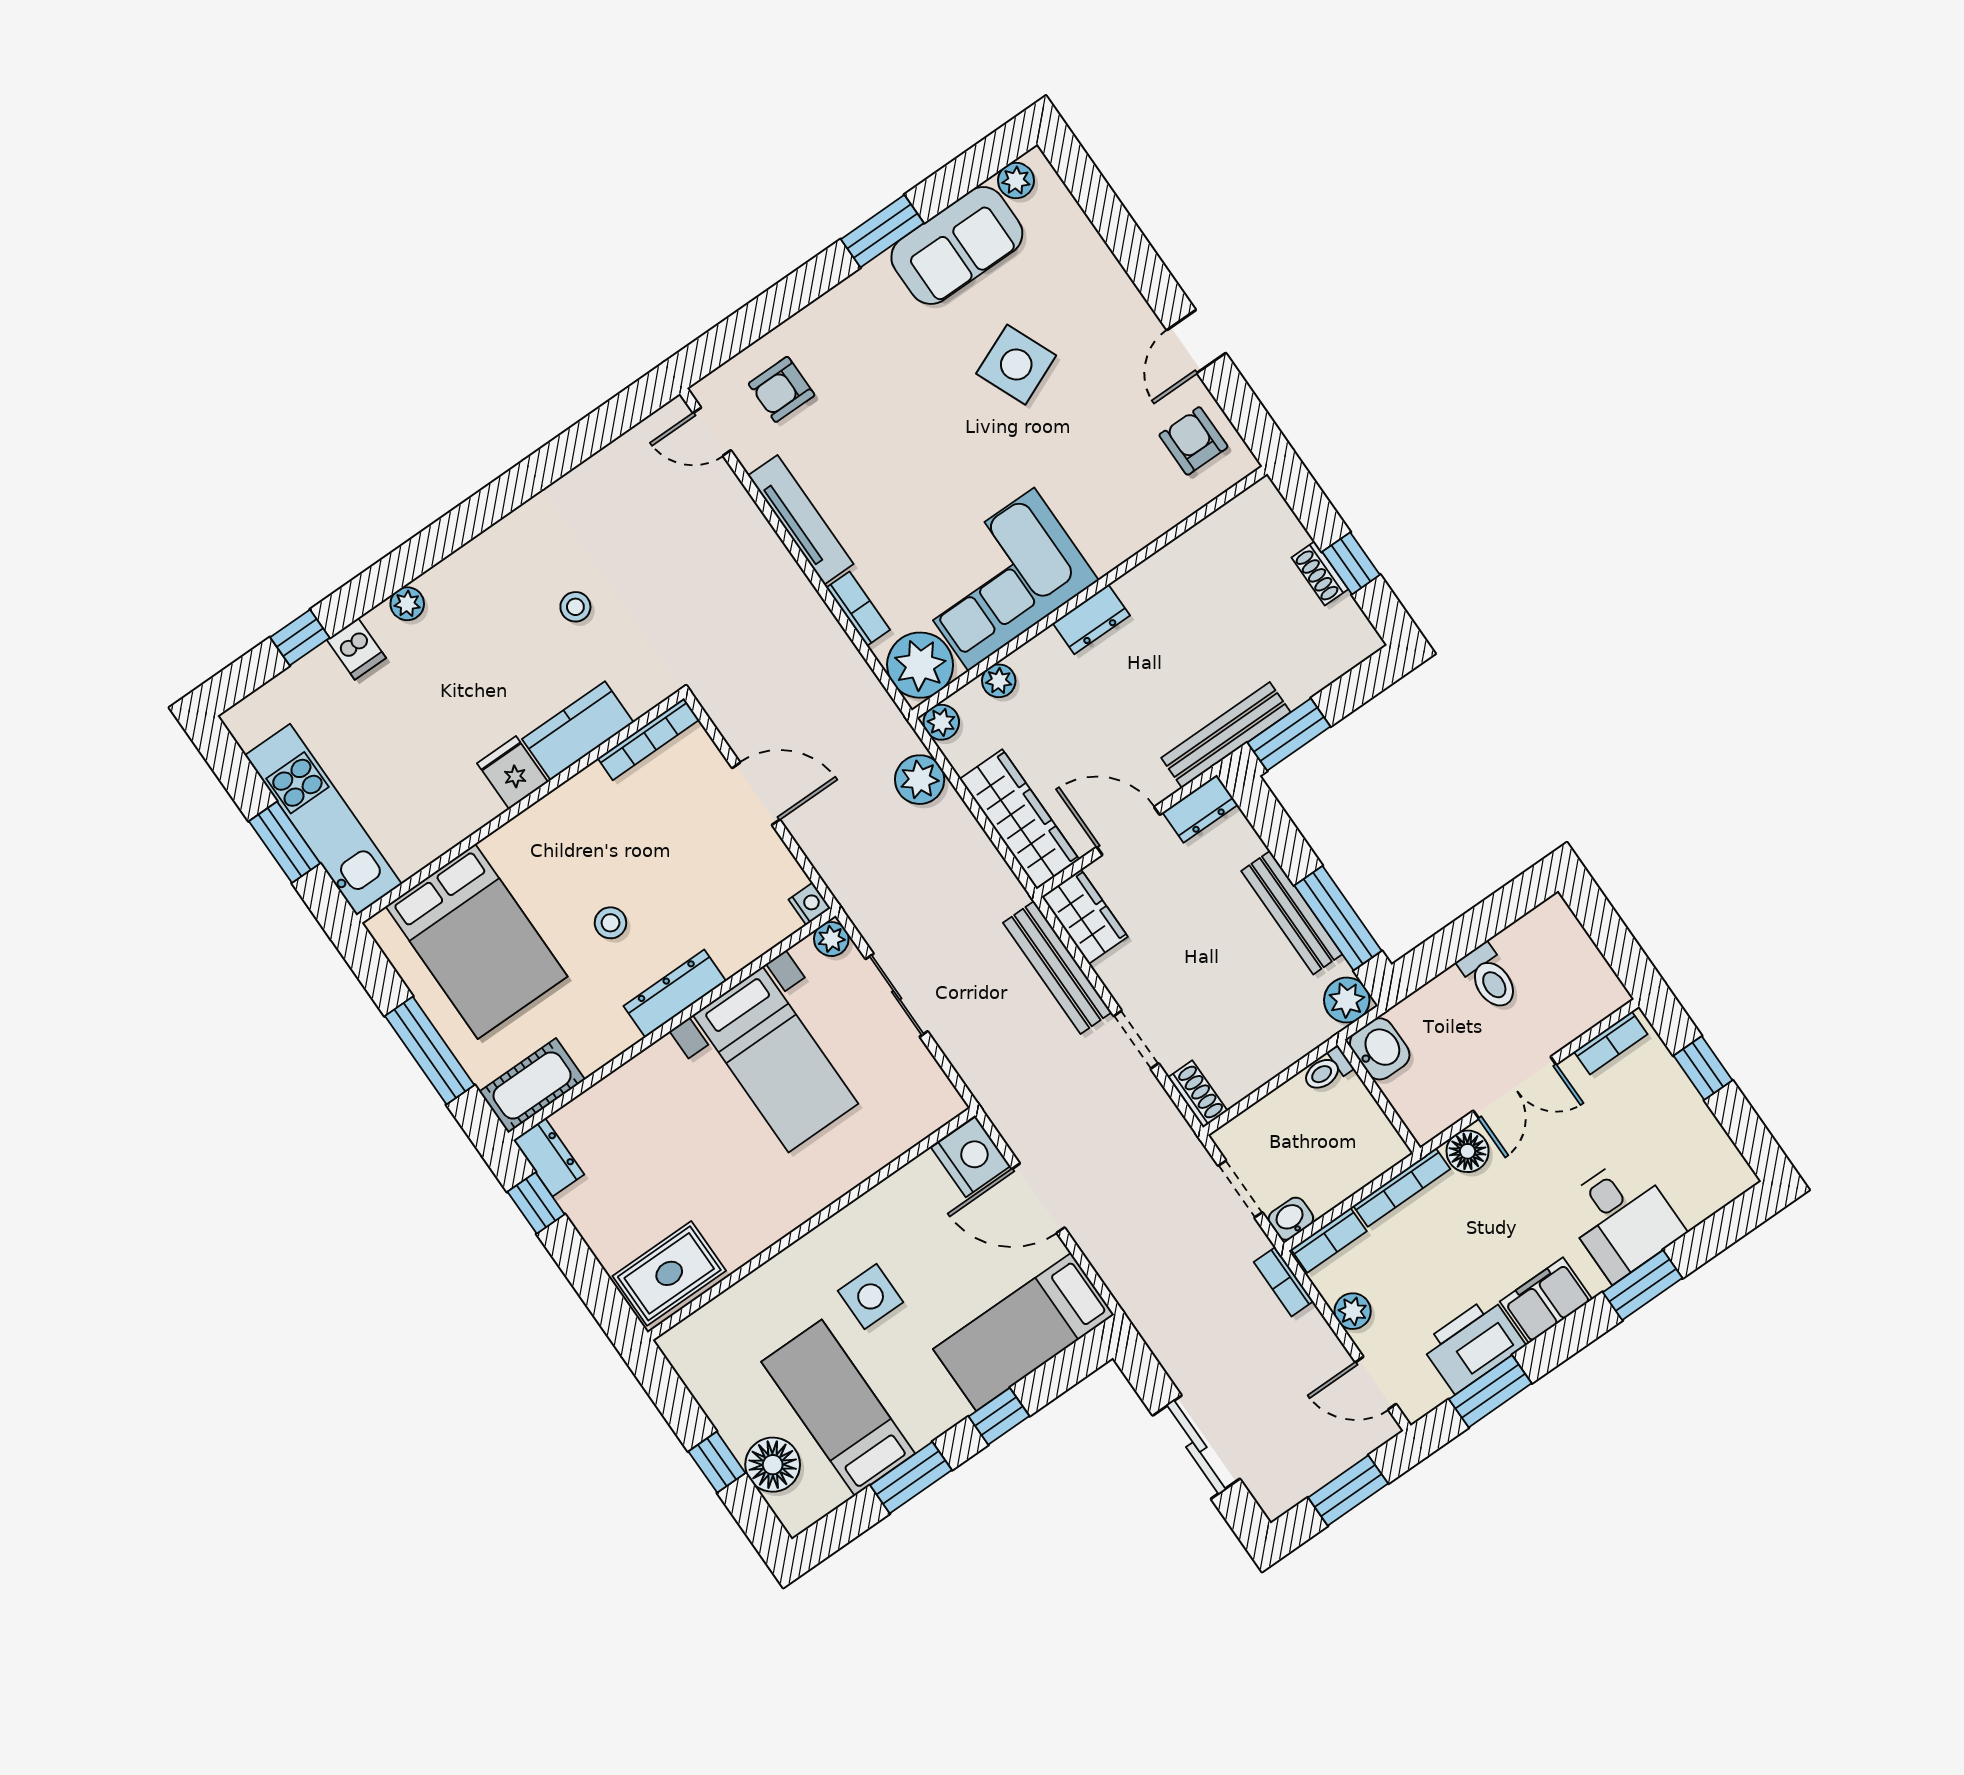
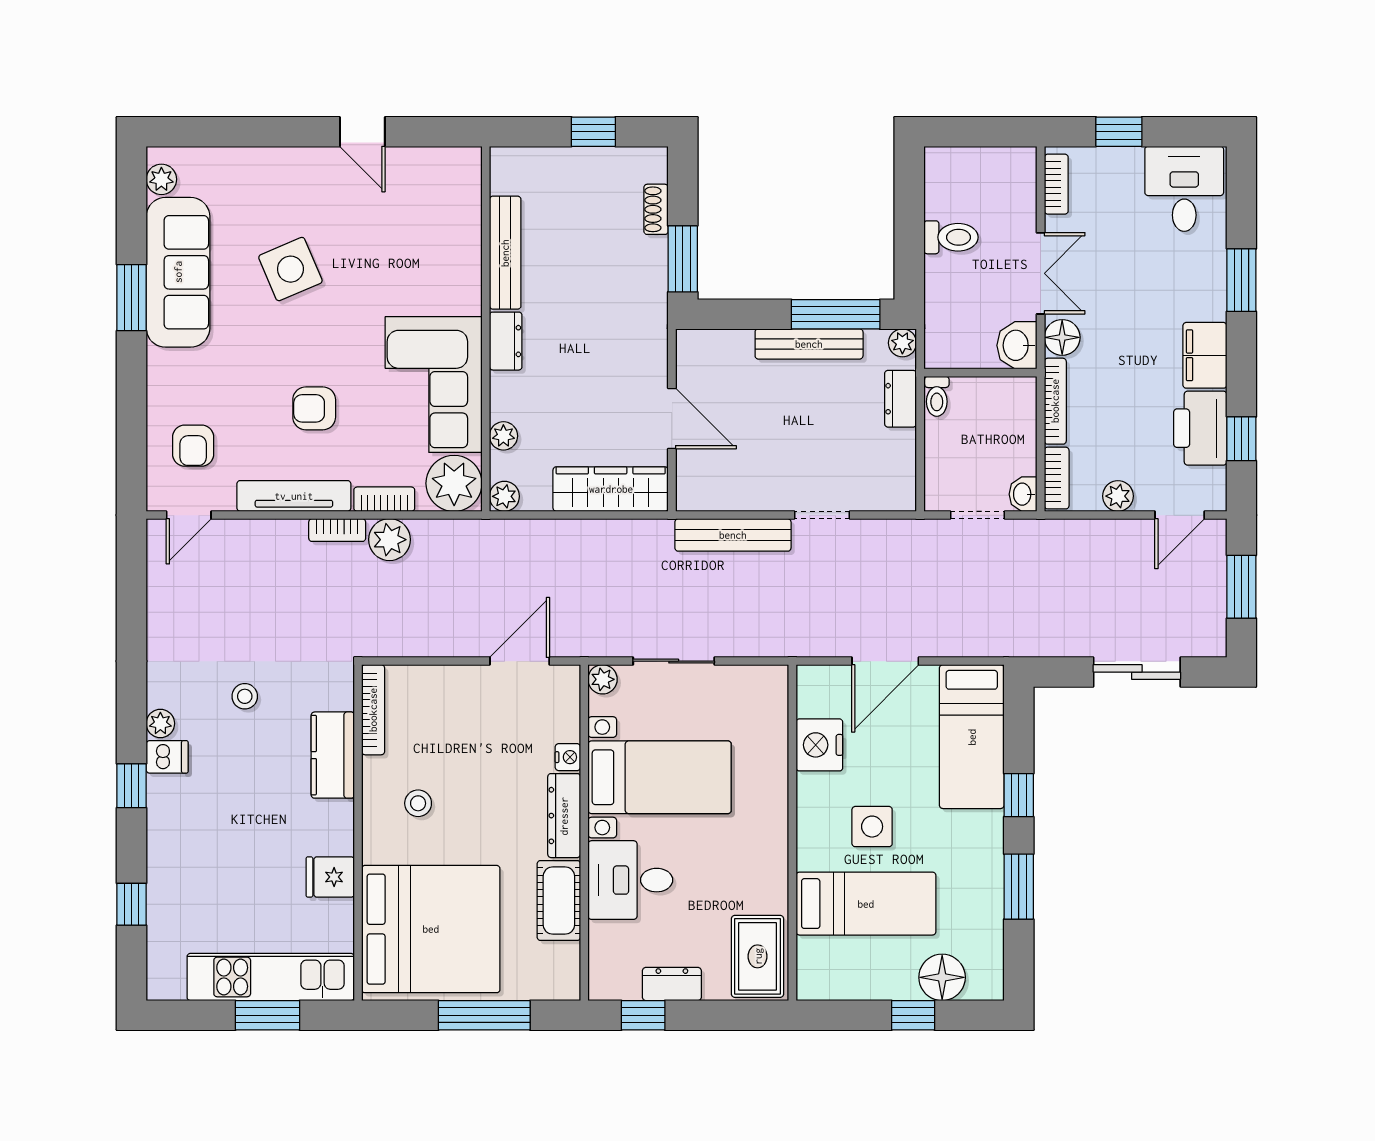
sofa: (957, 245) -> (178, 272), width x1.36
armchair: (1193, 441) -> (314, 408), moved
window: (414, 558) -> (132, 786), added
shoe rack: (1320, 573) -> (656, 209), moved, turned 90
plant: (407, 604) -> (160, 723), moved
dishwasher: (356, 649) -> (167, 757), moved
bench: (1226, 735) -> (505, 253), moved
fridge: (513, 773) -> (330, 877), moved
plant: (920, 780) -> (389, 540), moved
door: (756, 794) -> (520, 661), moved
dresser: (1200, 809) -> (901, 399), moved, turned 180
door: (1128, 831) -> (672, 419), swing flipped
nightstand: (810, 904) -> (568, 757), moved, turned 90
wardrobe: (1085, 917) -> (711, 491), removed
stool: (610, 923) -> (418, 803), moved
bed: (476, 941) -> (431, 929), width x1.36
plant: (1347, 1000) -> (902, 343), width x0.73, depth x0.73
washbasin: (1380, 1049) -> (1017, 345), moved, turned -90
cot: (532, 1085) -> (559, 901), moved
shoe rack: (1198, 1094) -> (890, 499), removed
desk: (657, 1100) -> (630, 880), added
dresser: (549, 1157) -> (672, 984), moved
nightstand: (971, 1157) -> (819, 745), moved, turned -90
desk: (1622, 1218) -> (1184, 189), moved, turned -90
bookcase: (1284, 1282) -> (337, 530), moved
window: (1490, 1391) -> (1241, 439), width x0.67
bed: (838, 1408) -> (866, 904), moved, turned 180

